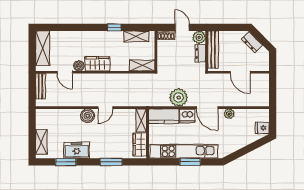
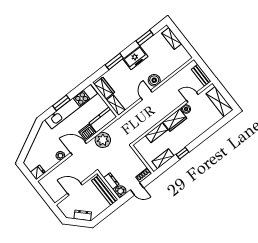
shelving: (142, 65) -> (157, 133), moved
fridge: (262, 128) -> (38, 172), moved
freezer: (77, 150) -> (135, 58), moved

